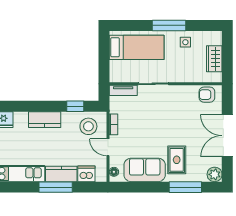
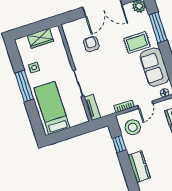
armchair: (207, 95) -> (91, 44), moved, turned 180

